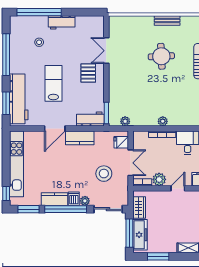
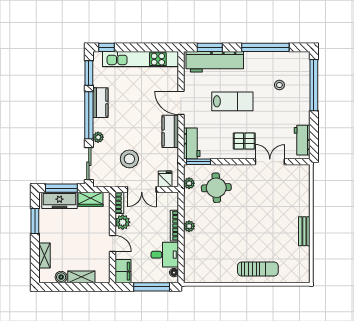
workbench: (62, 22) -> (302, 140), moved
round table: (161, 56) -> (216, 188), moved
dishwasher: (74, 199) -> (101, 125), removed

